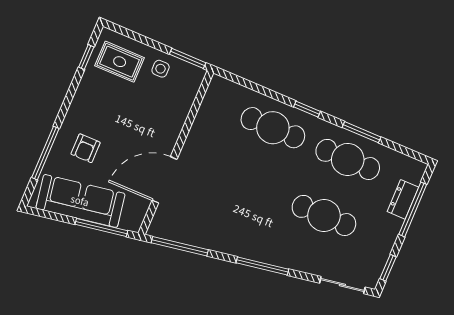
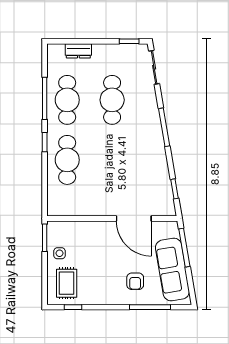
window: (362, 132) -> (45, 98), width x1.44
armchair: (86, 148) -> (135, 281), turned 90
window: (413, 209) -> (82, 41), removed
window: (180, 246) -> (175, 189), width x0.46

